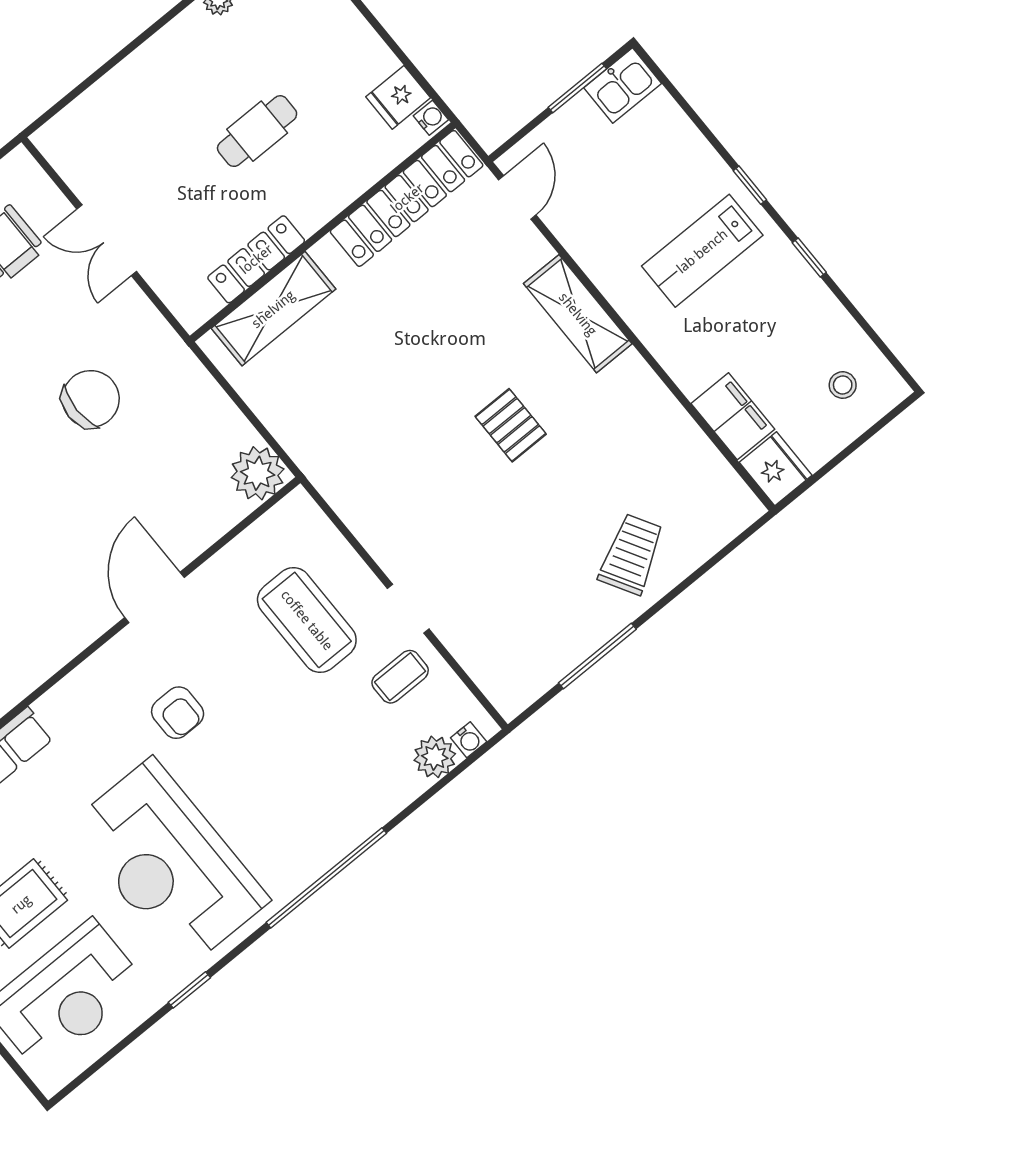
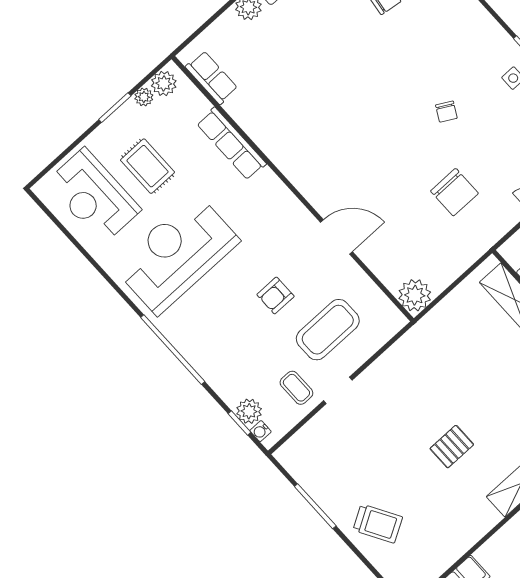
armchair: (178, 713) -> (276, 295), moved
window: (189, 990) -> (239, 423), moved

